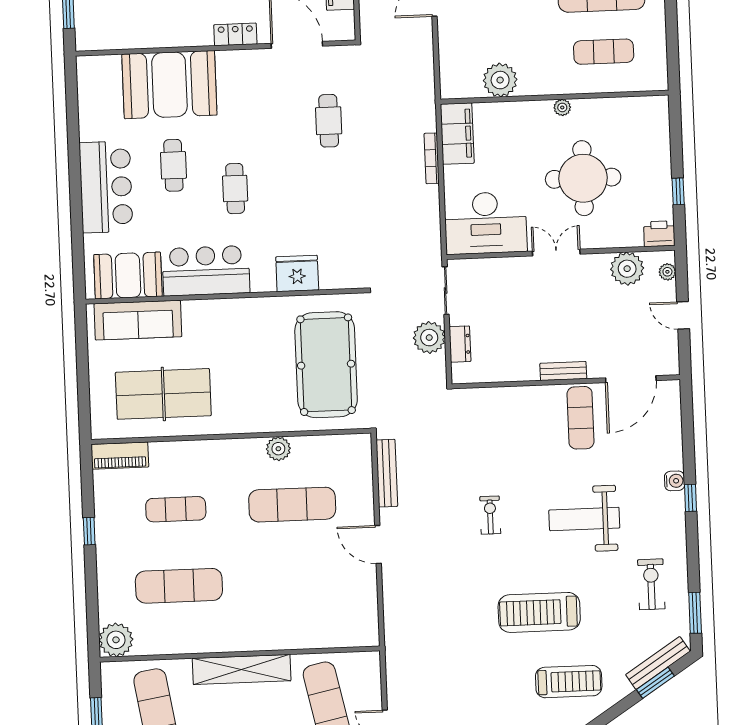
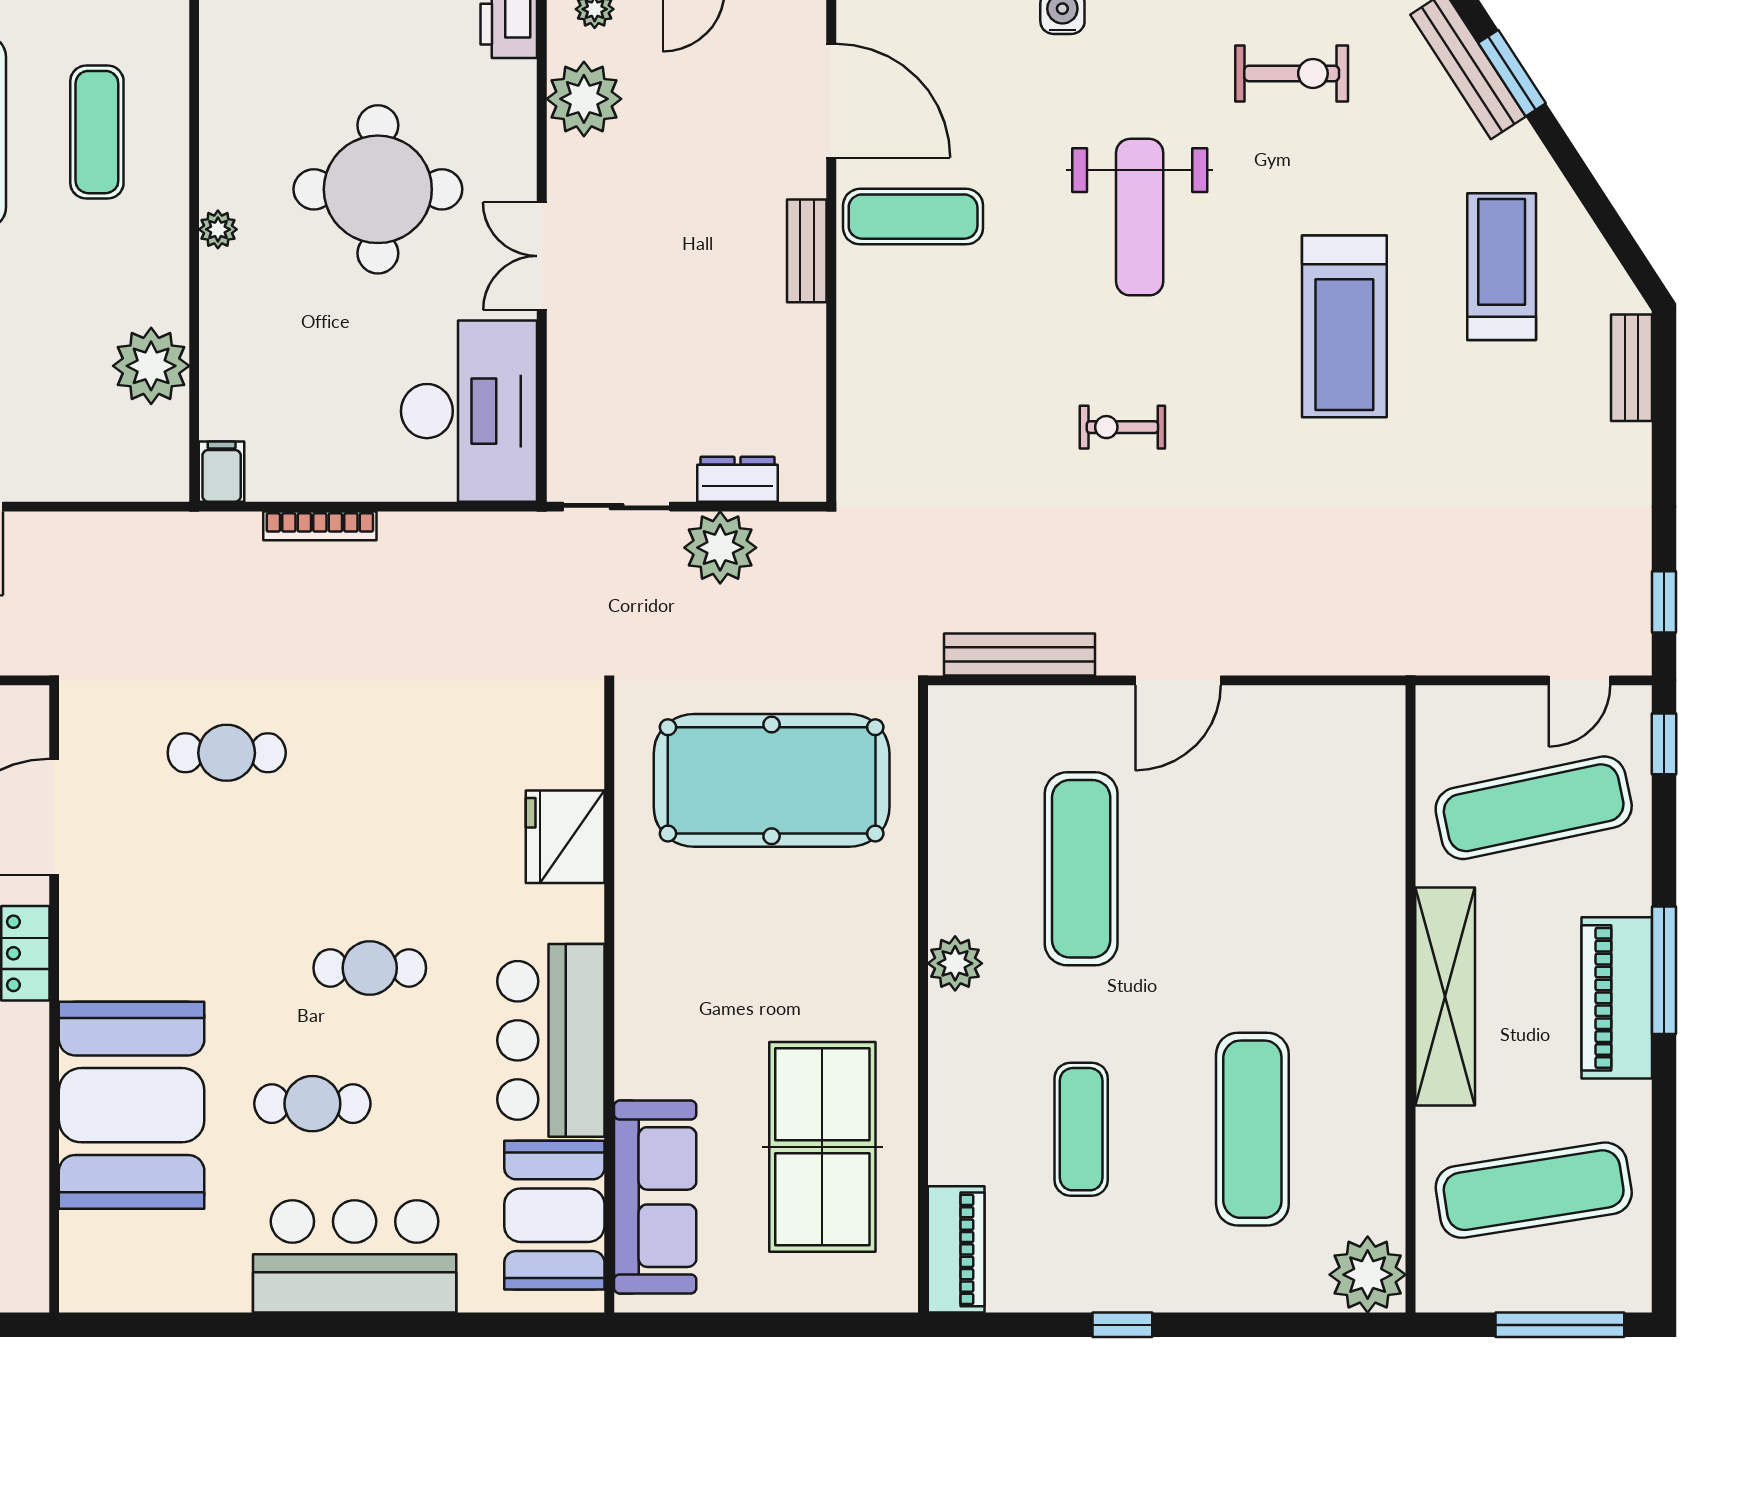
filing cabinet: (457, 134) -> (222, 472), width x0.33, depth x0.86
plant: (278, 449) -> (955, 963), moved
exercise bike: (651, 584) -> (1292, 73), turned 180

